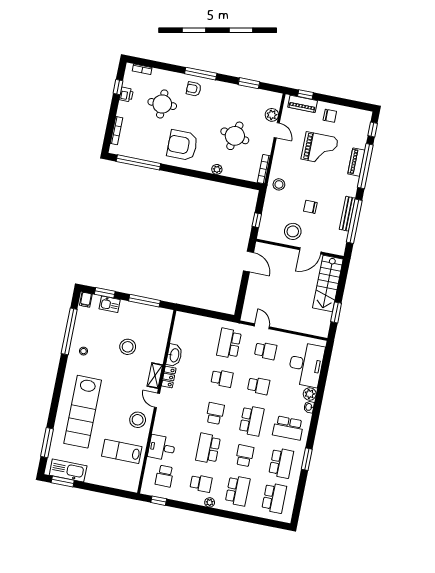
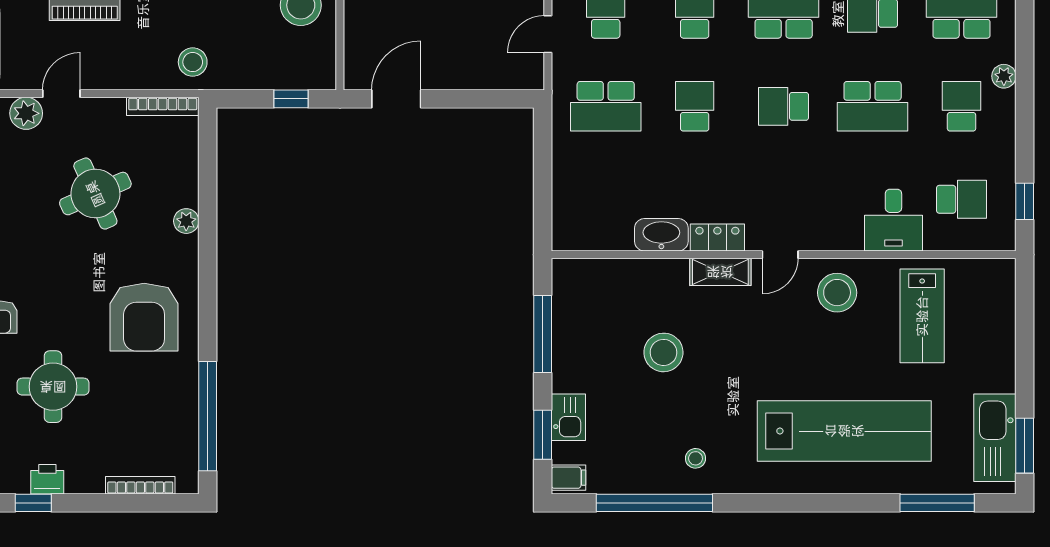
round table: (235, 136) -> (95, 194), turned -36

